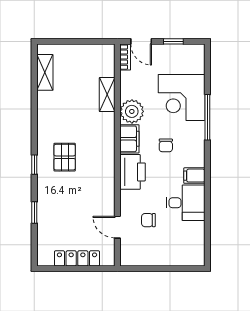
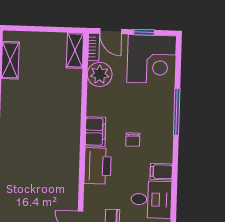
shelving: (107, 95) -> (75, 50), moved
corner desk: (182, 97) -> (152, 59), moved, turned -90
plant: (132, 111) -> (100, 74), moved
pallet: (65, 157) -> (28, 148), removed

